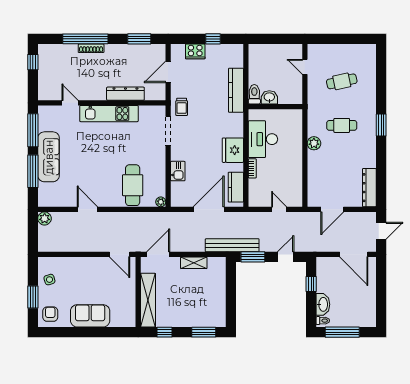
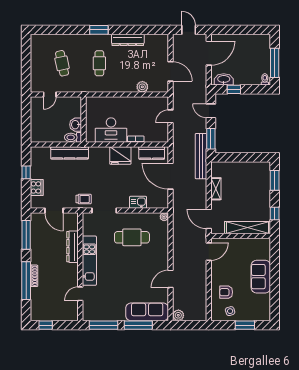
window: (139, 39) -> (26, 235), width x1.44
plant: (314, 143) -> (142, 87), moved
sofa: (49, 157) -> (147, 312), moved
cafe table: (133, 185) -> (132, 237), moved
dresser: (369, 188) -> (128, 40), moved
washbasin: (323, 304) -> (224, 79), moved
armchair: (50, 314) -> (226, 292), moved

